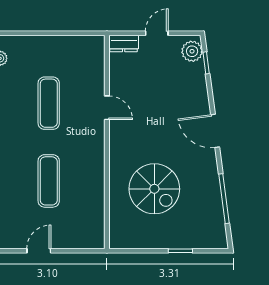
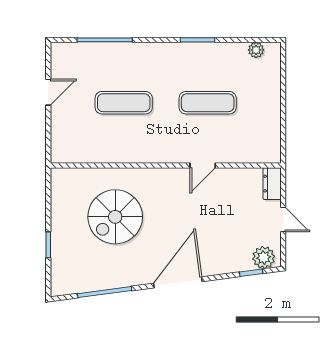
door: (215, 131) -> (178, 282), width x1.36
door: (39, 251) -> (48, 92), hinge flipped

